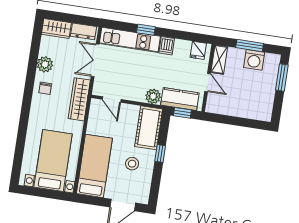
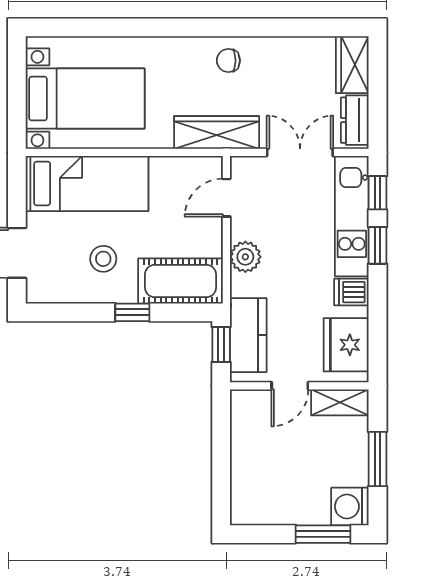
window: (120, 26) -> (377, 193), added
fridge: (198, 50) -> (346, 345), width x1.88, depth x1.34
washing machine: (254, 60) -> (350, 506), moved
plant: (45, 64) -> (276, 53), removed
plant: (153, 96) -> (245, 257), moved

